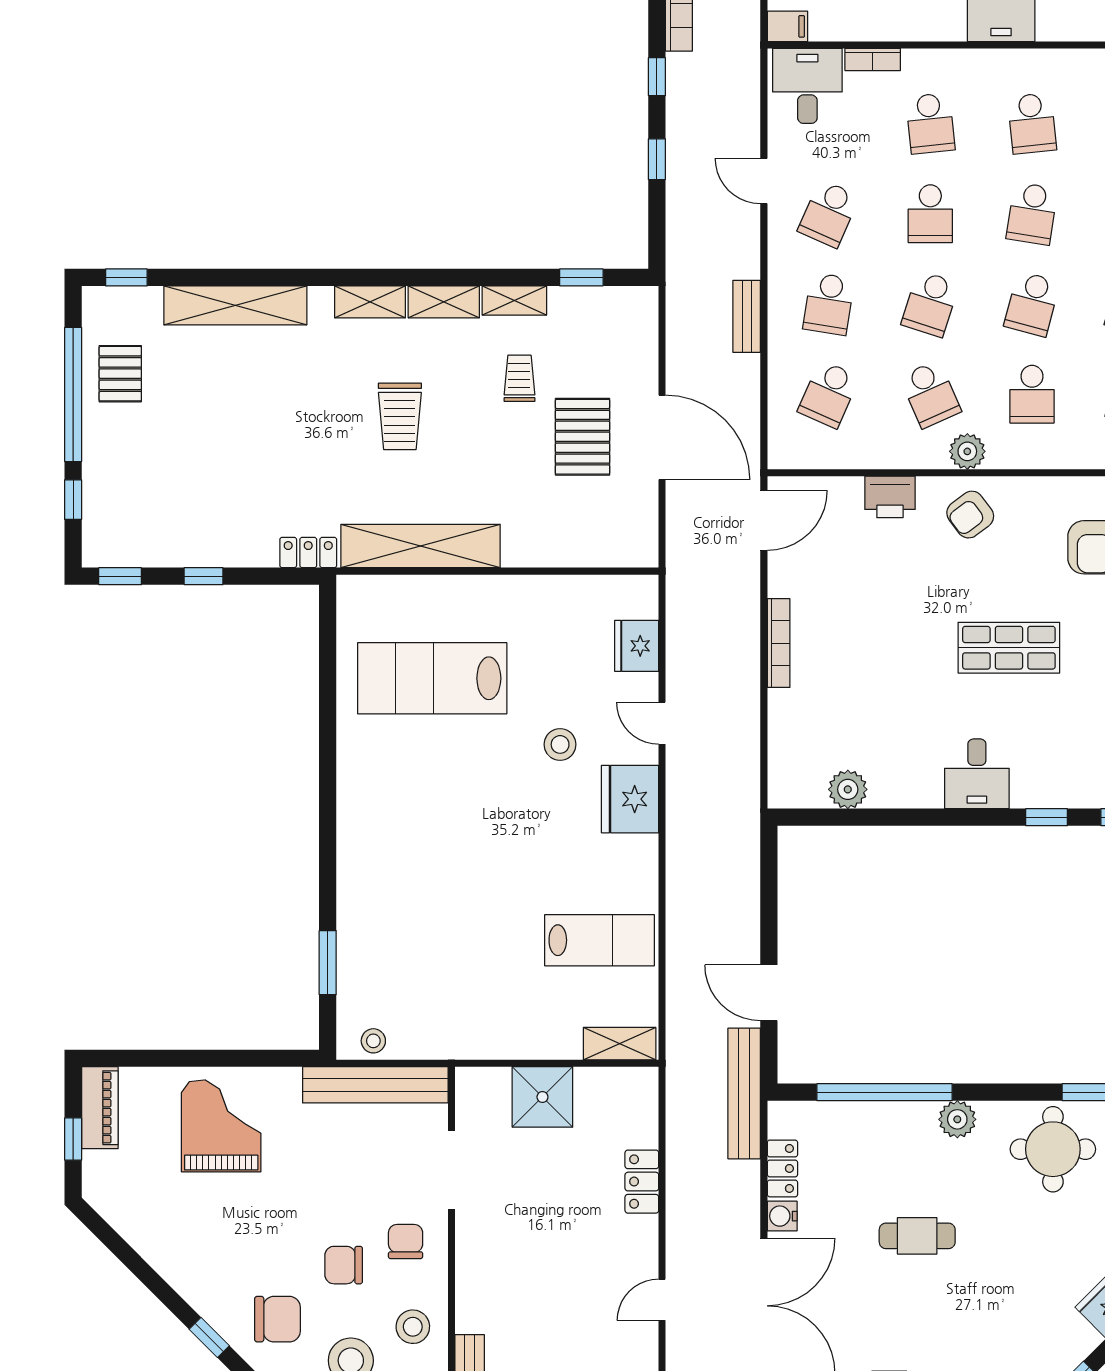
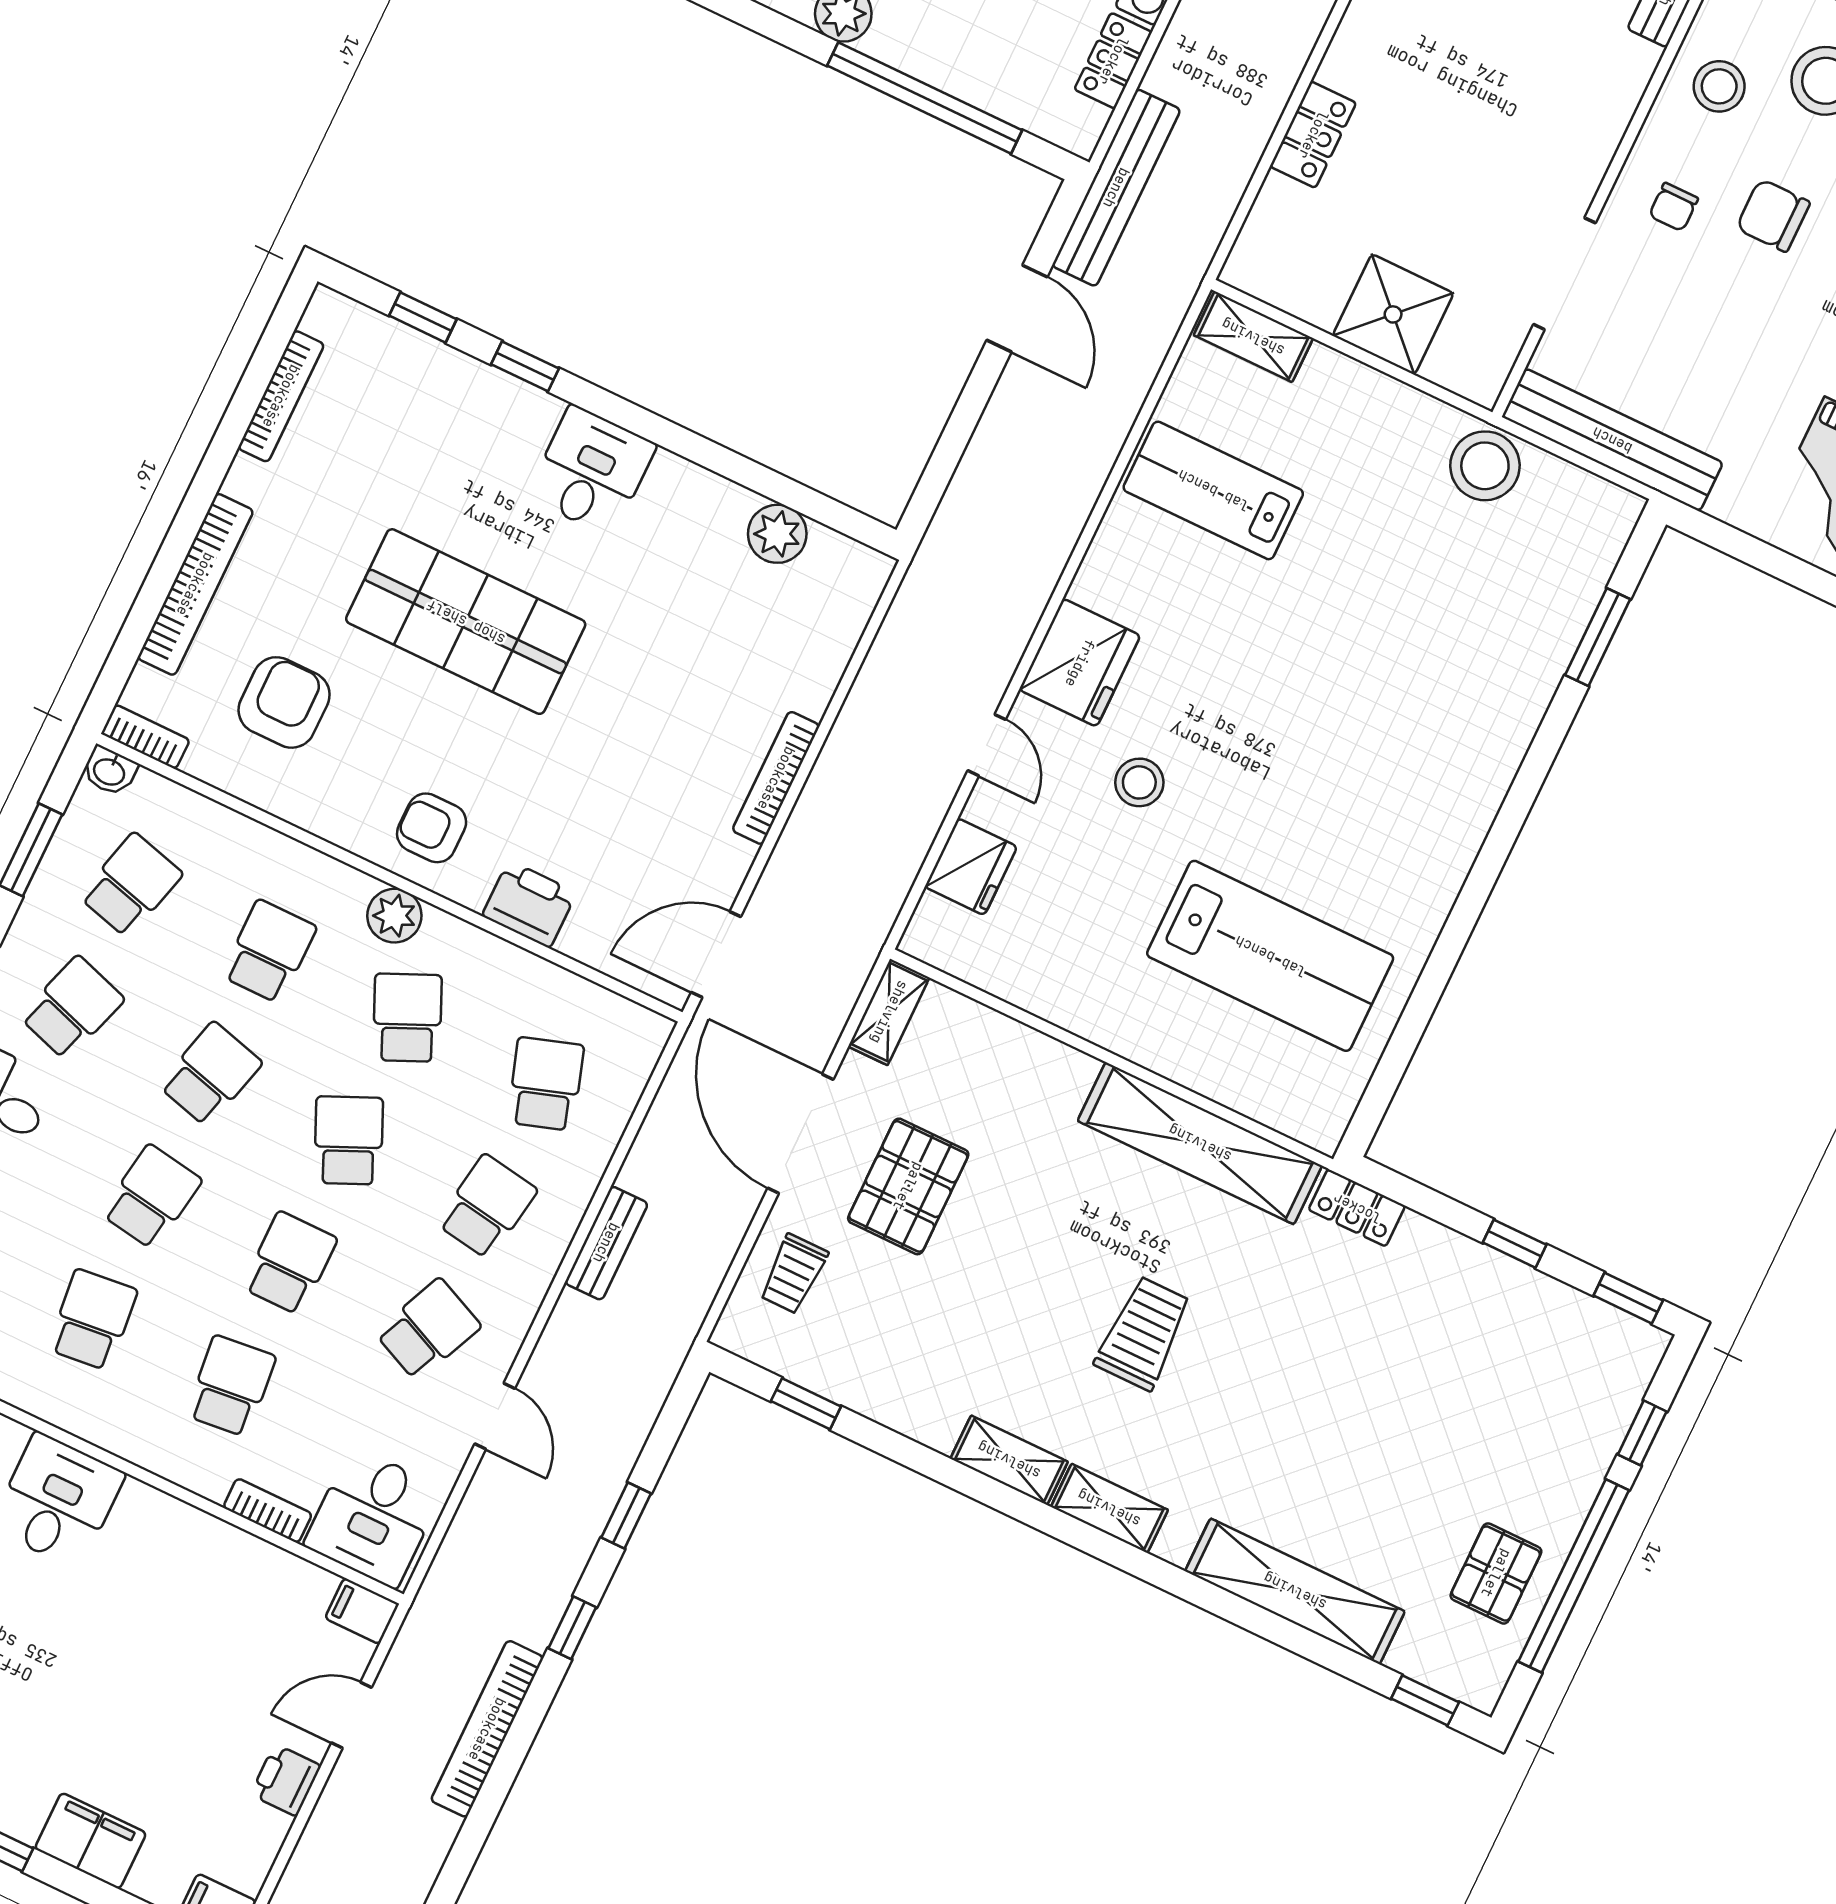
shelving: (514, 301) -> (889, 1012), moved, turned 90
school desk: (930, 304) -> (349, 1140), turned -42
trolley: (519, 378) -> (793, 1274), moved
school desk: (829, 394) -> (546, 1084), turned -42
armchair: (970, 515) -> (432, 828), turned -143
shop shelf: (1009, 648) -> (466, 622), width x1.43, depth x1.36
stool: (373, 1041) -> (1485, 466), moved, width x1.89, depth x1.89
chair: (406, 1242) -> (1674, 207), width x0.73, depth x0.73
chair: (344, 1265) -> (1773, 215), turned 180

